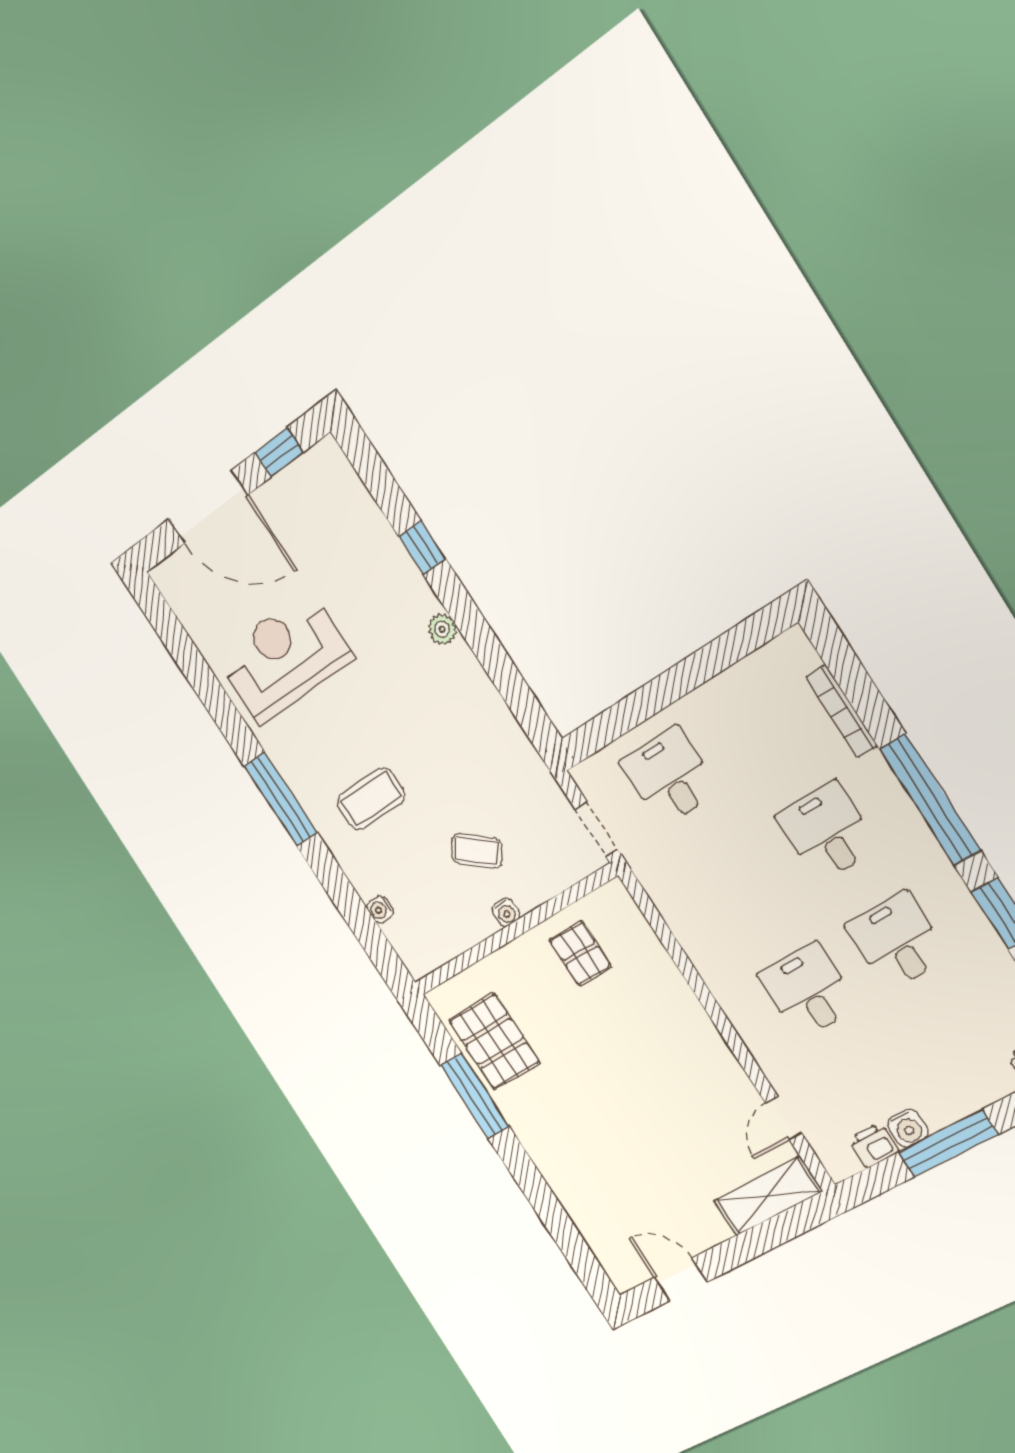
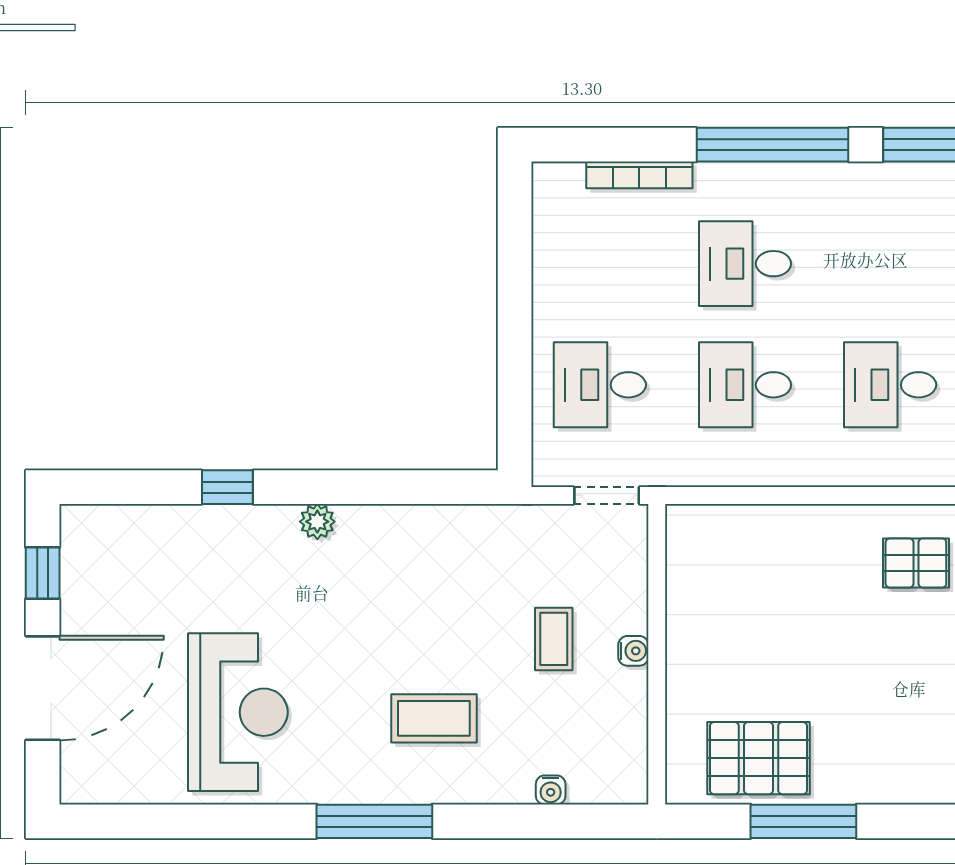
reception desk: (284, 657) -> (238, 712), turned 180
coffee table: (371, 799) -> (434, 718), turned 90
coffee table: (477, 851) -> (554, 639), turned -37
desk: (897, 941) -> (745, 385), moved
pallet: (580, 953) -> (916, 563), moved

